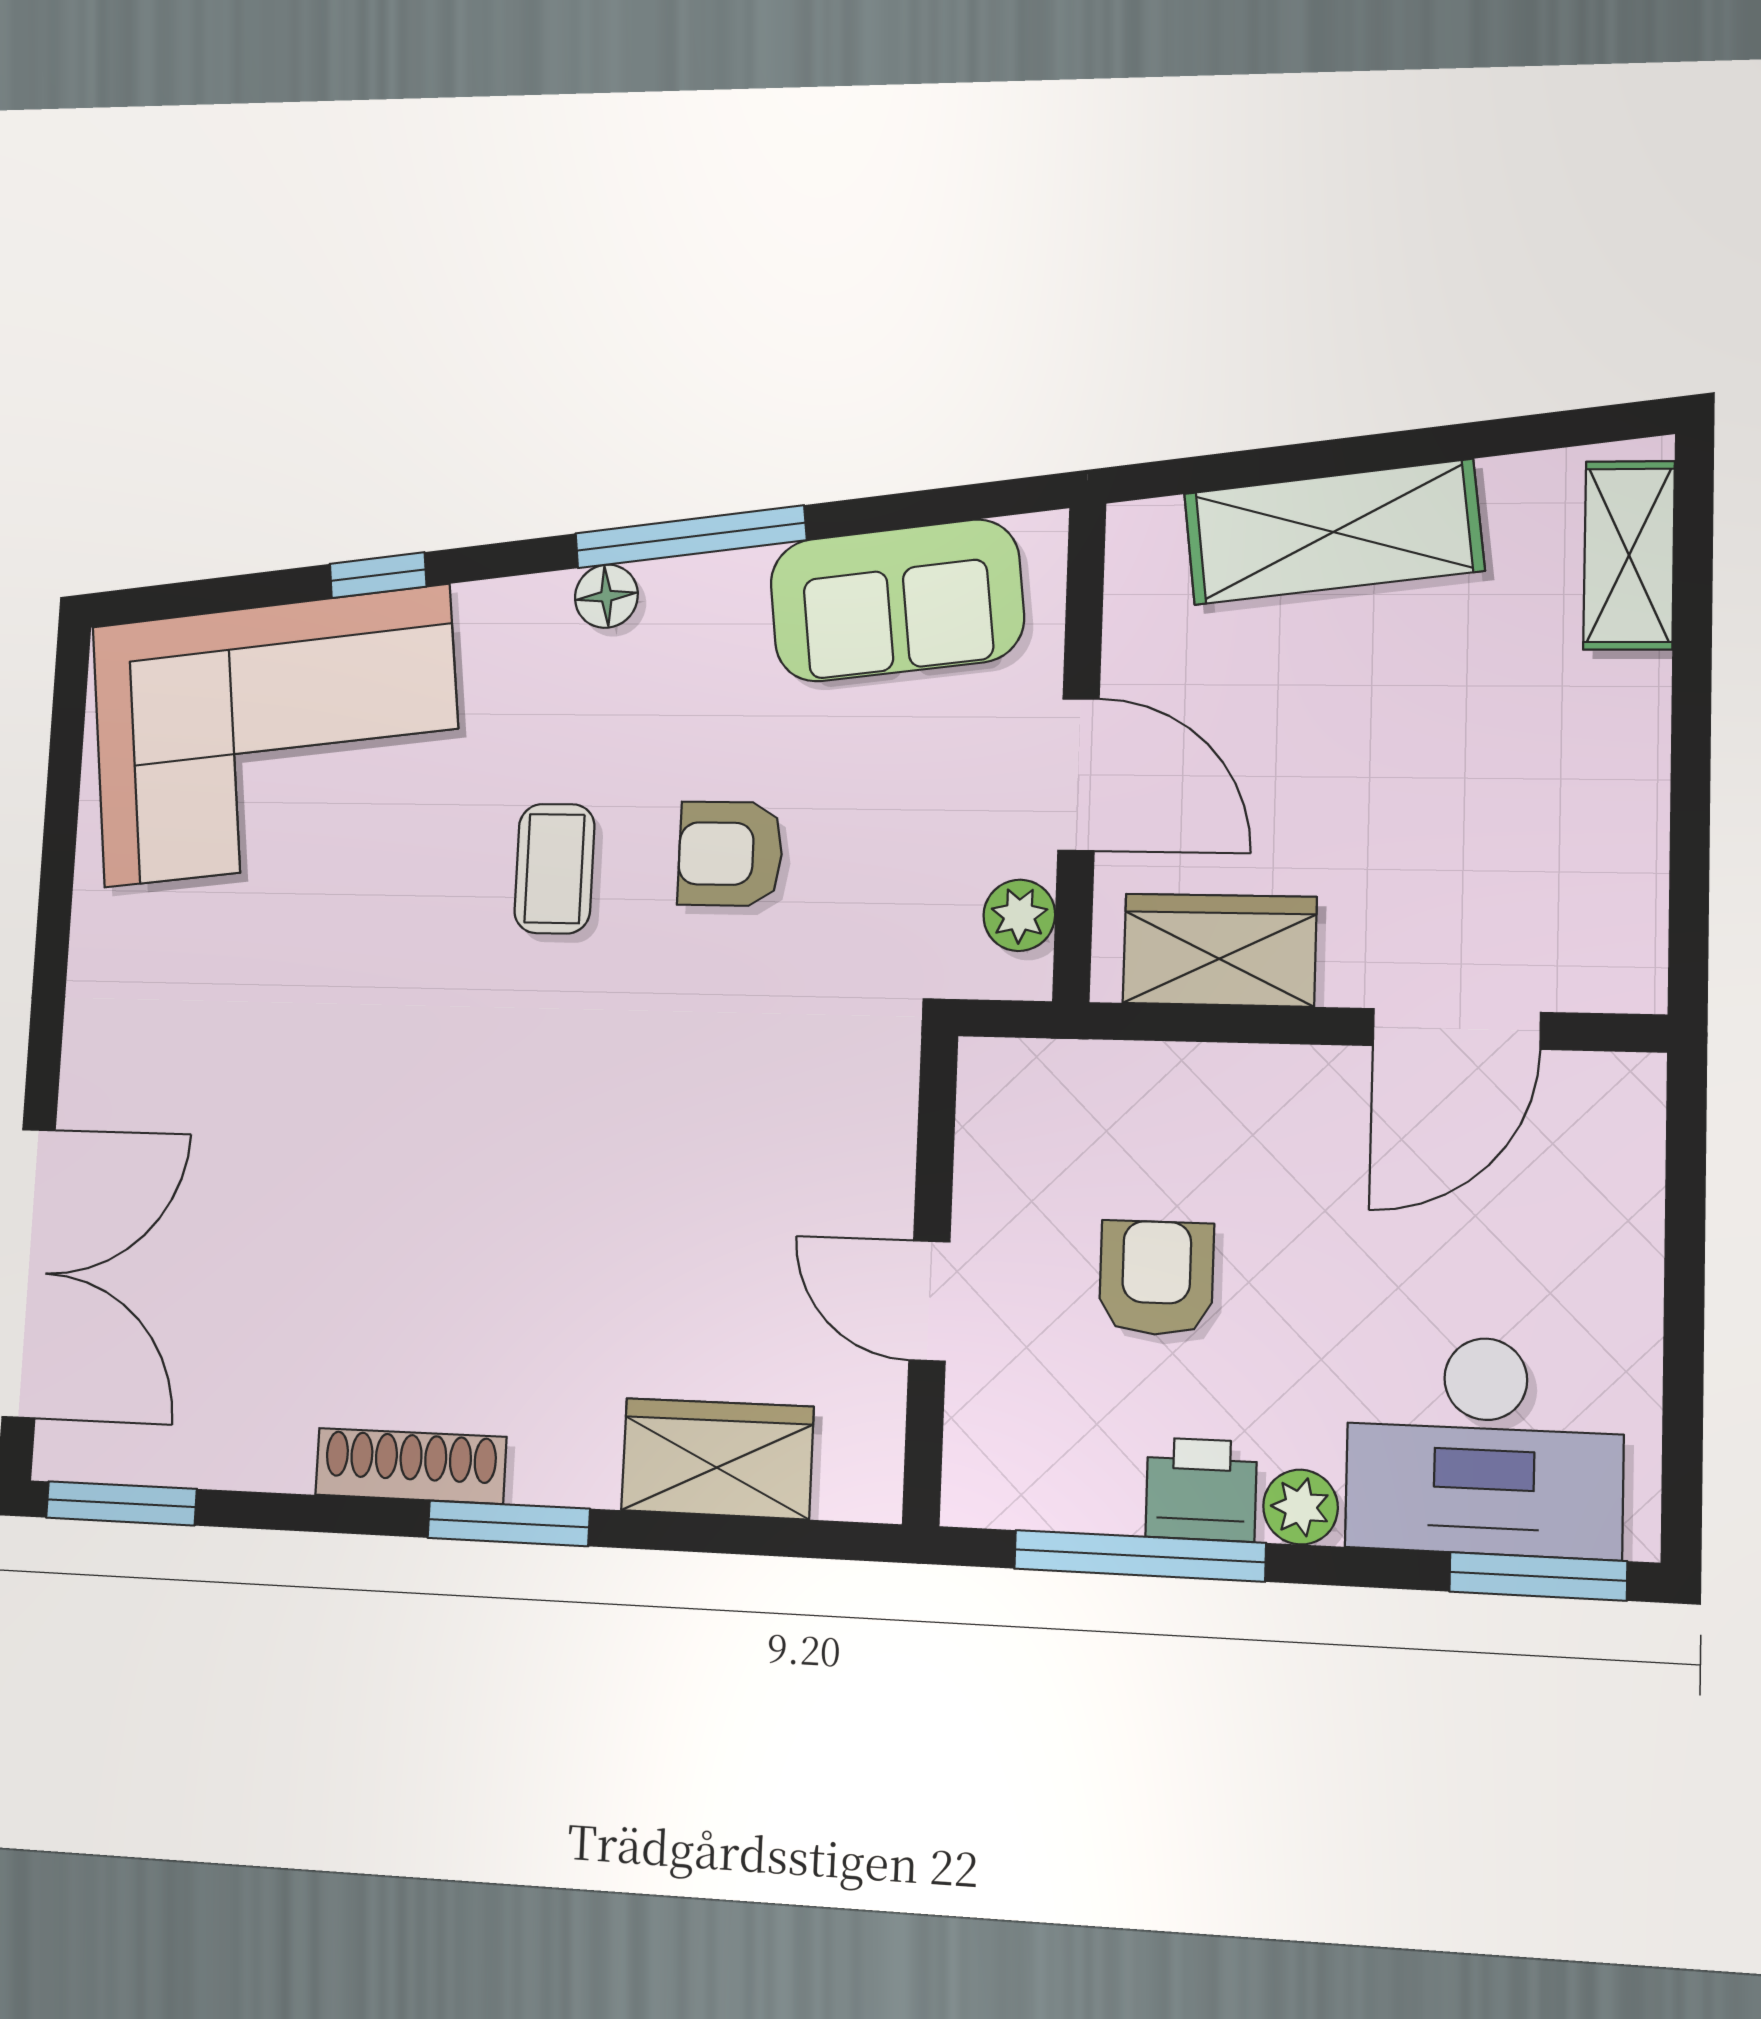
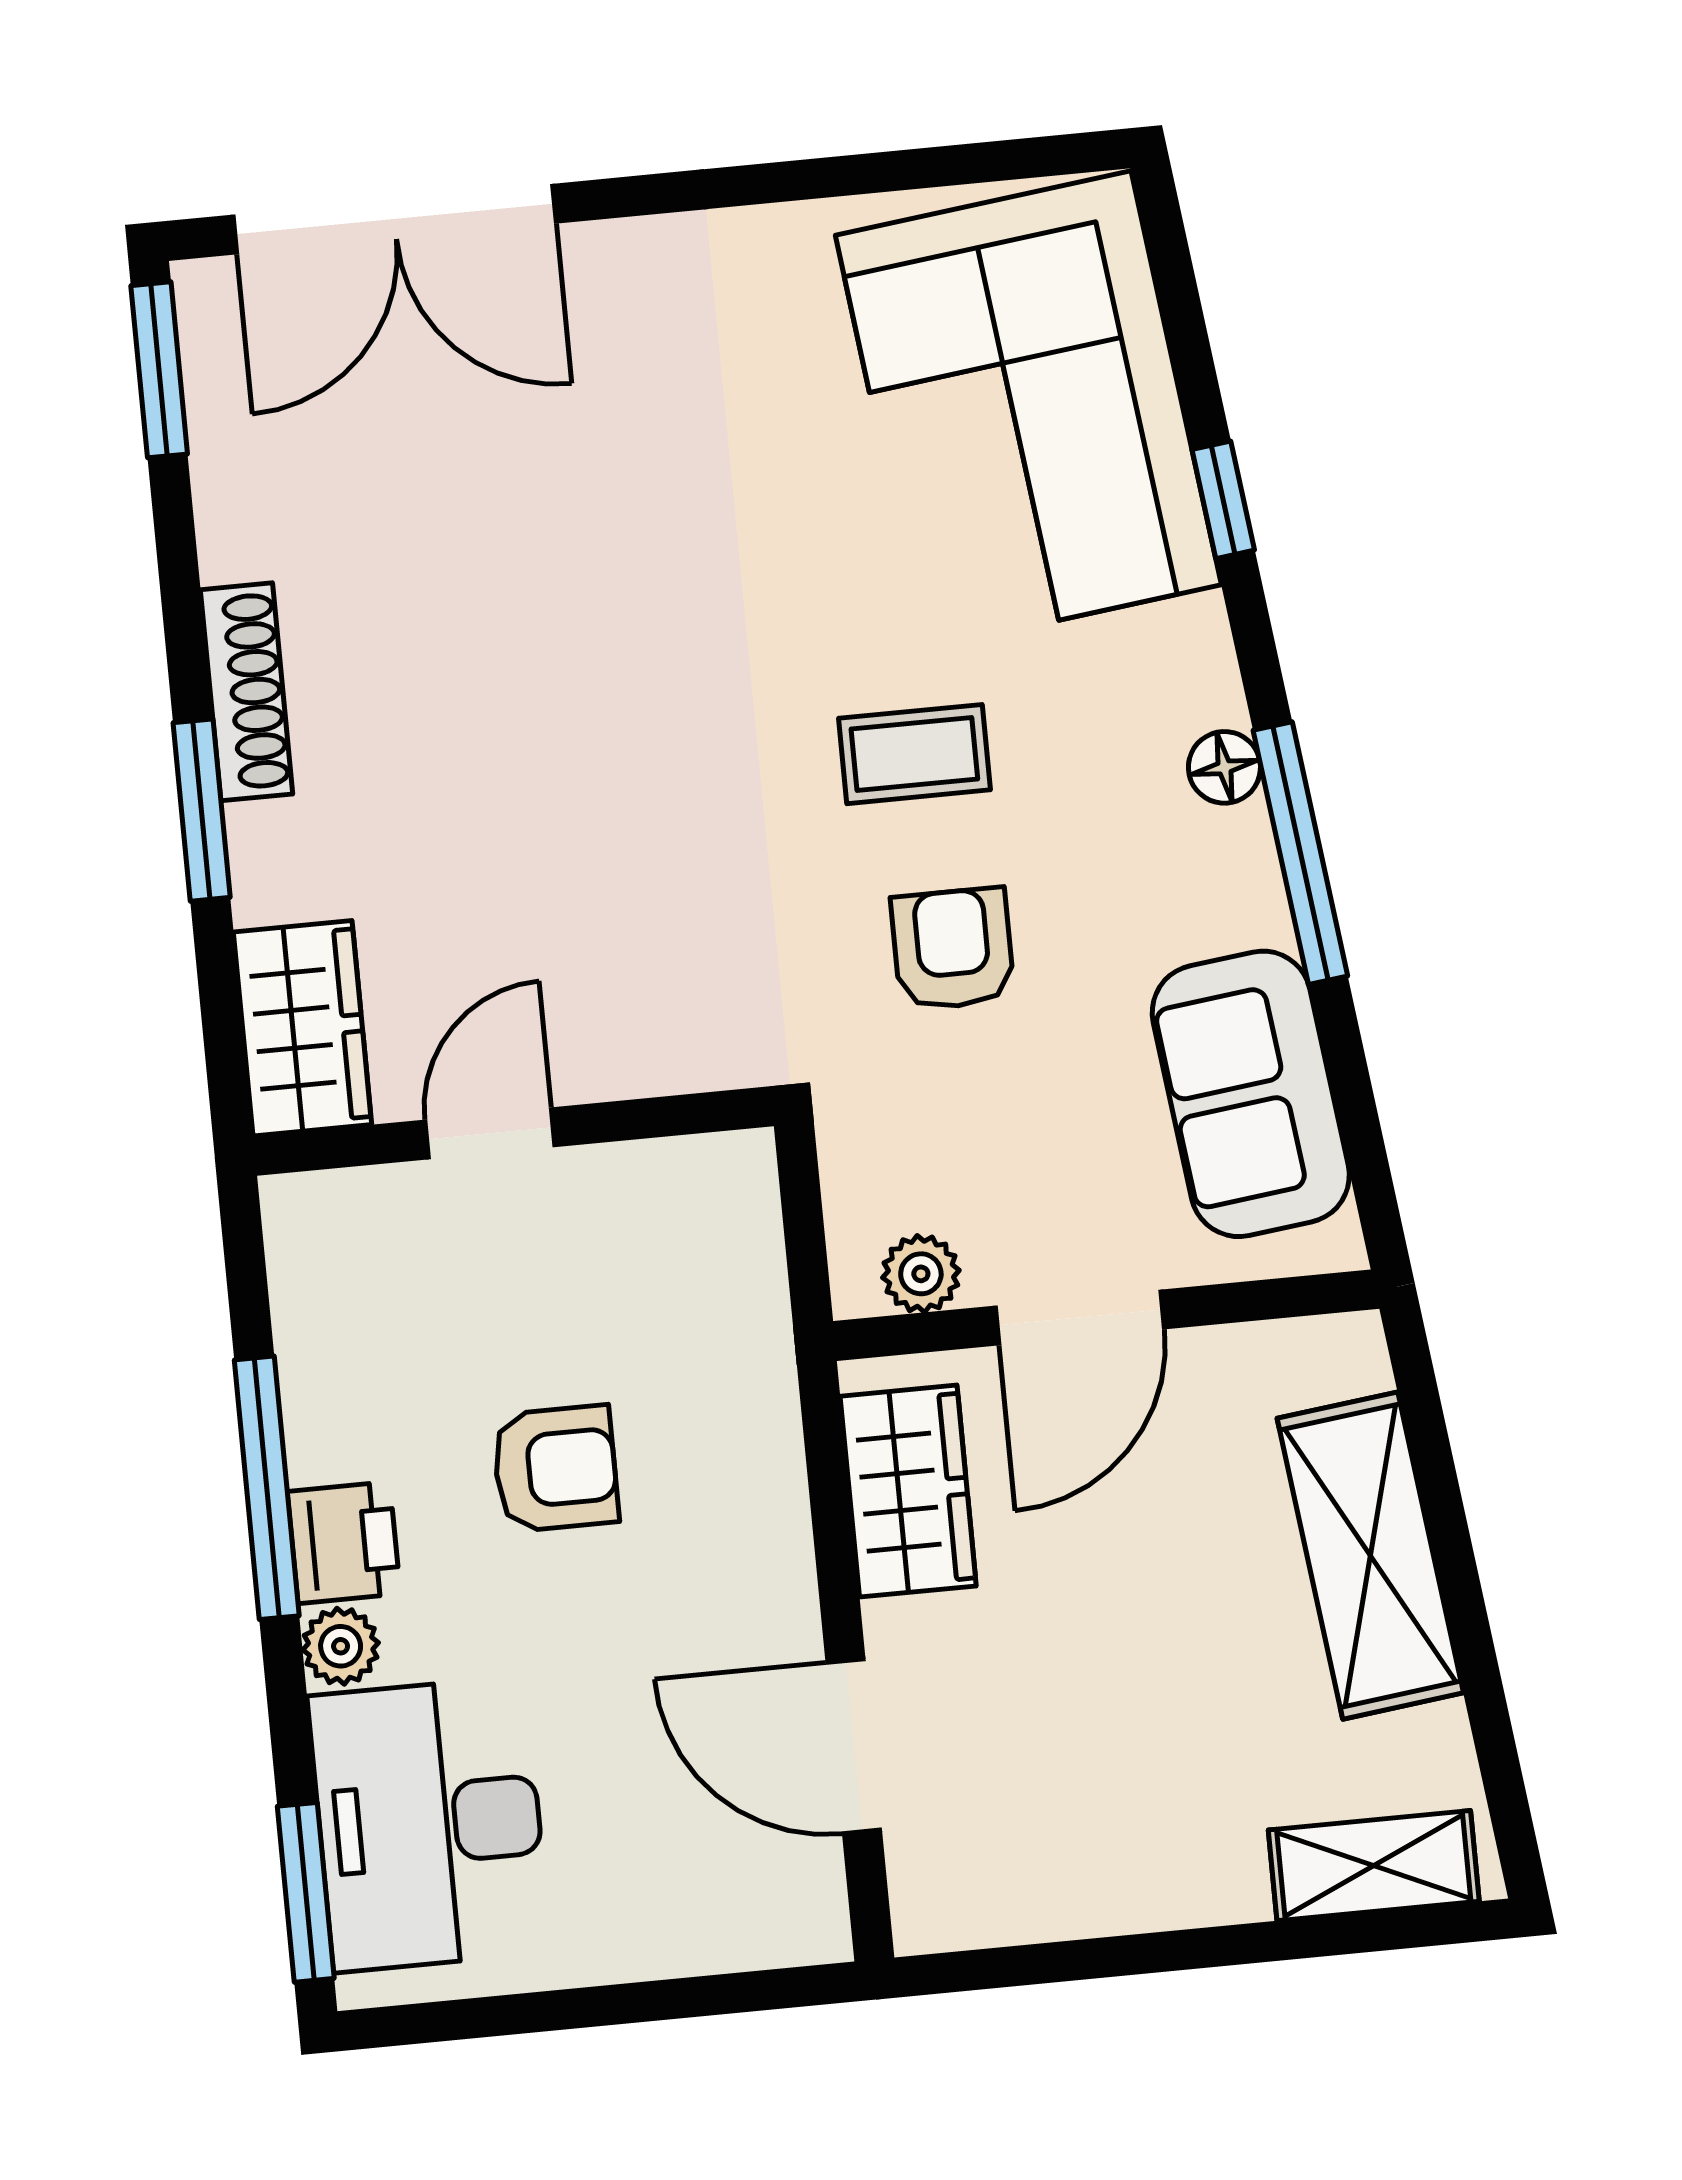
wall: (930, 1278) -> (514, 1131), moved
door: (929, 1301) -> (490, 1133), moved

